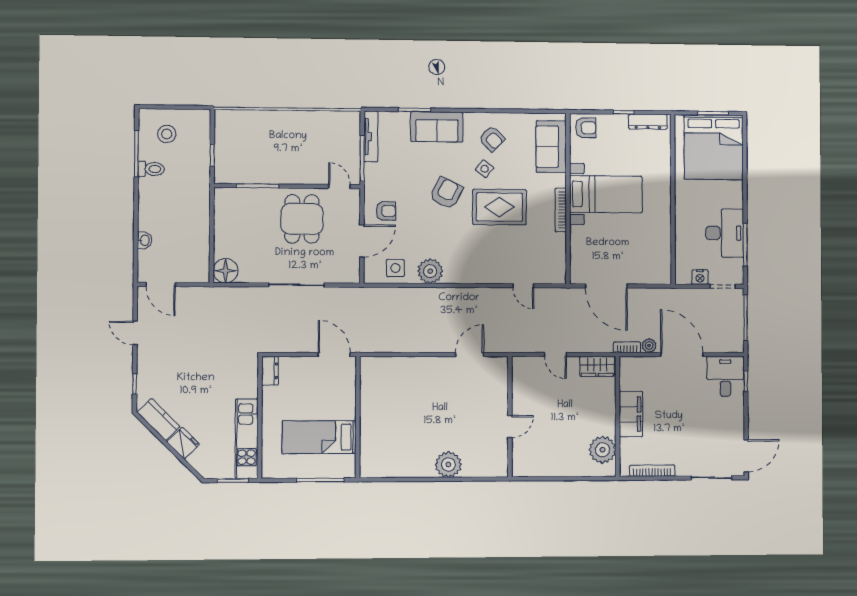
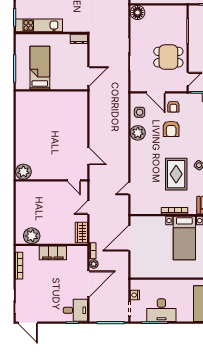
armchair: (446, 193) -> (171, 129), moved, turned 64
door: (510, 427) -> (74, 180), moved
plant: (448, 464) -> (23, 172), moved

